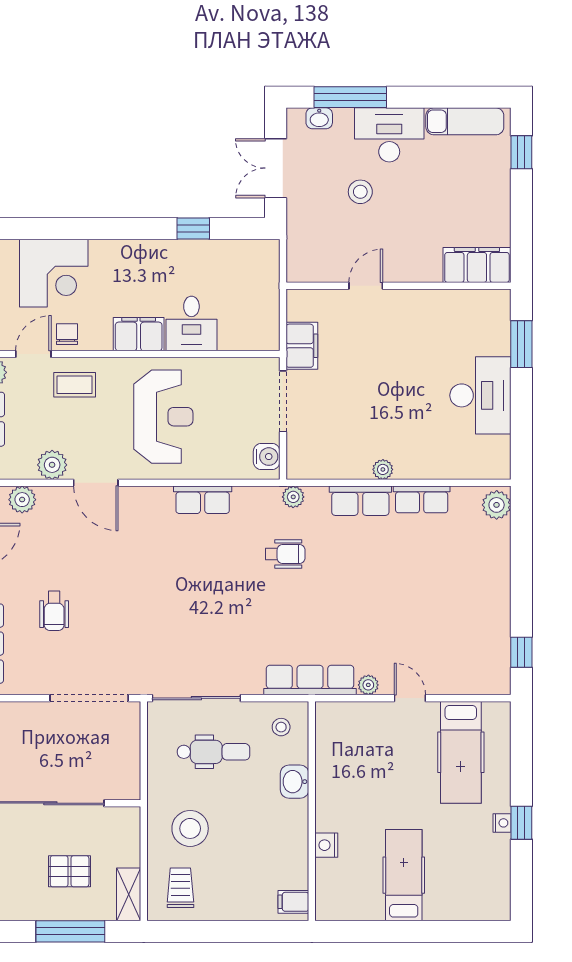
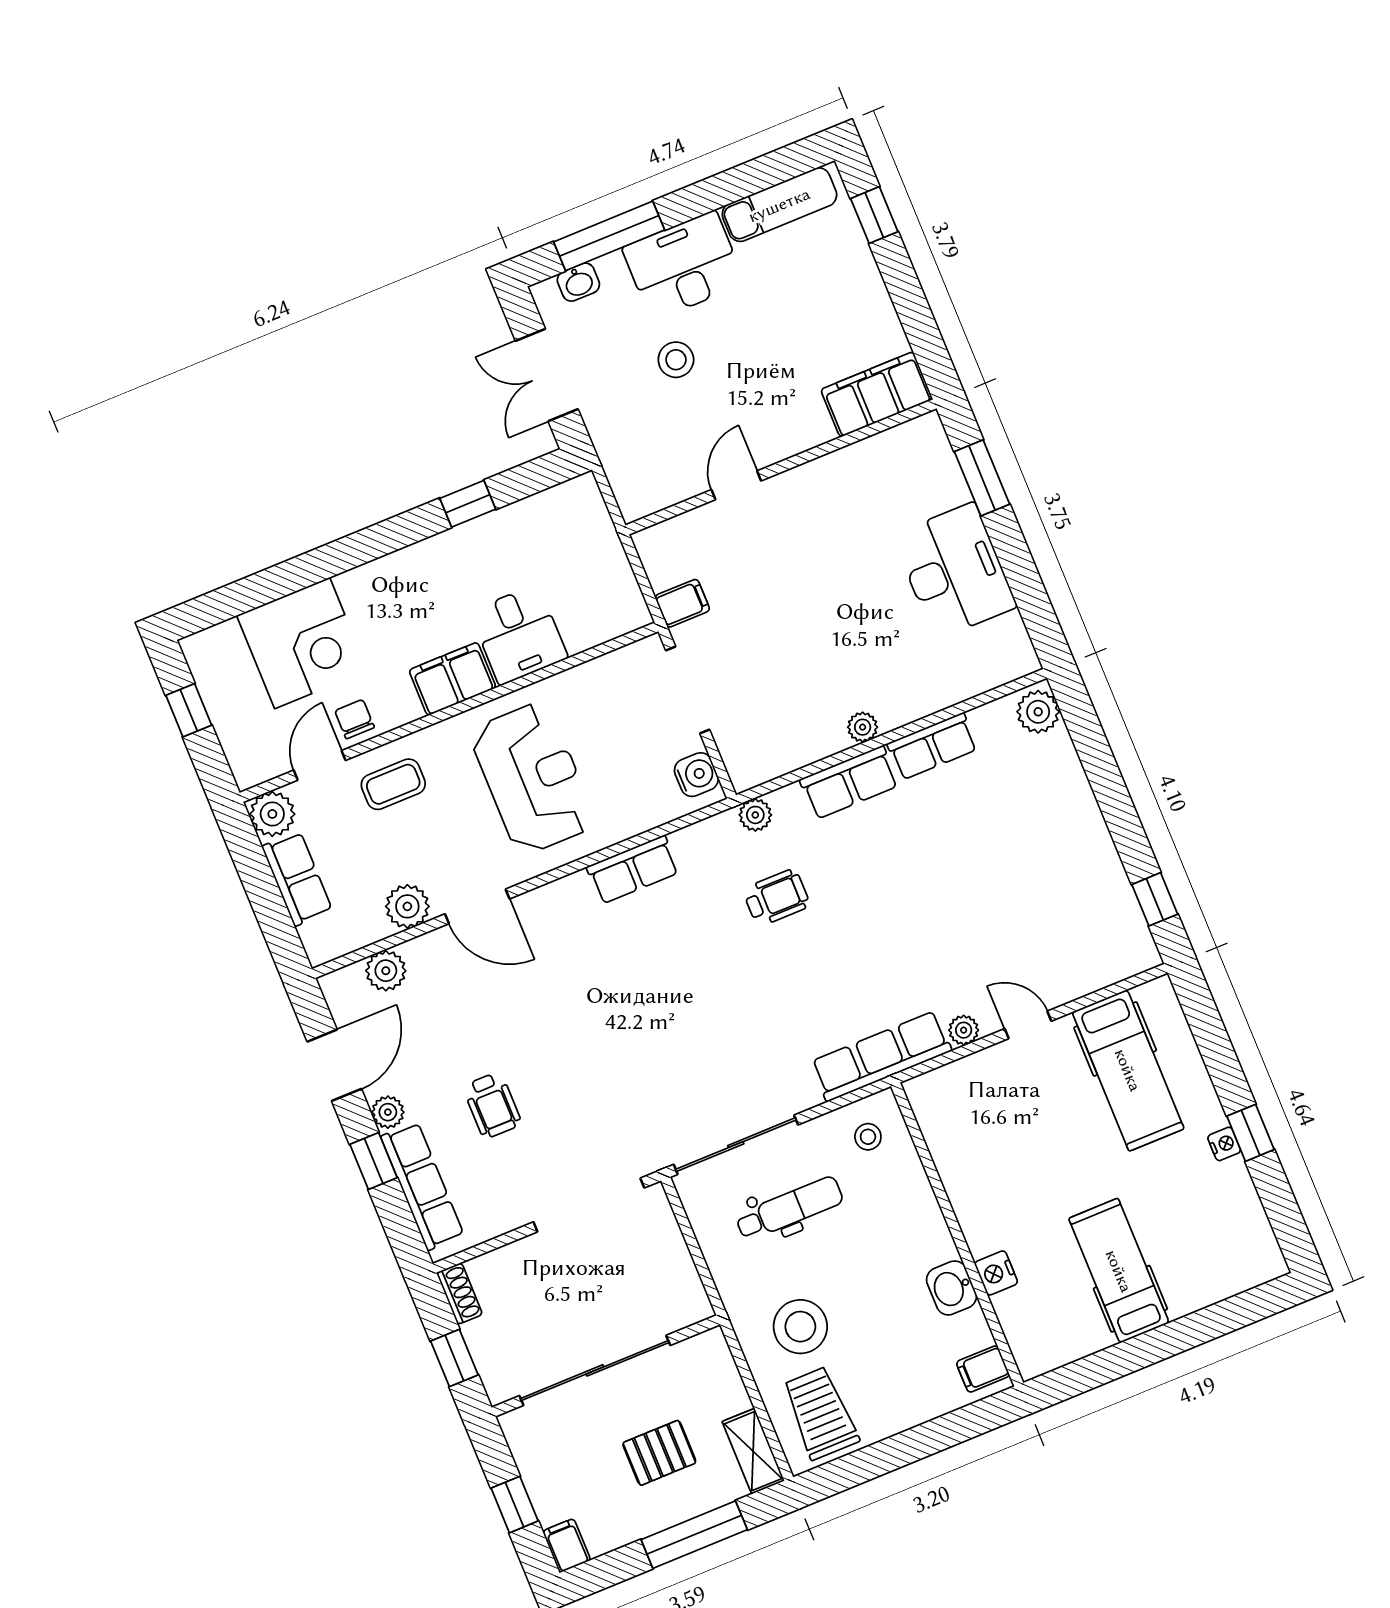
filing cabinet: (302, 346) -> (682, 603), width x0.50
washbasin: (295, 782) -> (951, 1288), moved
trolley: (180, 888) -> (820, 1413), width x1.36, depth x1.39

